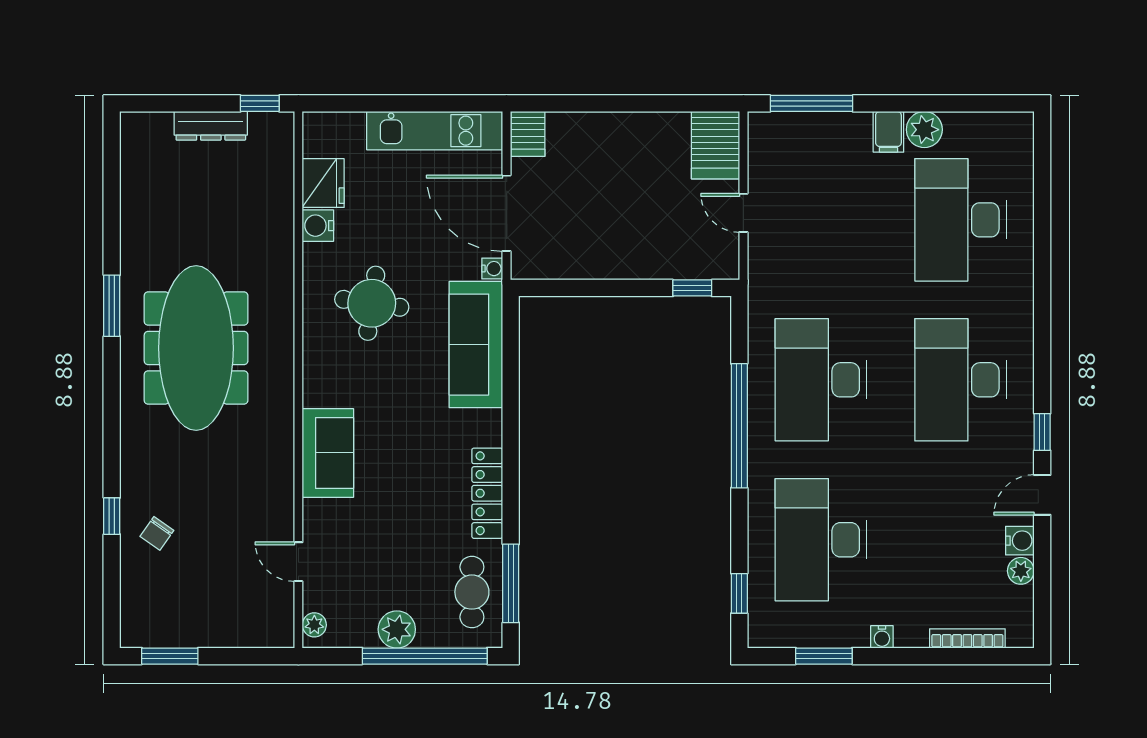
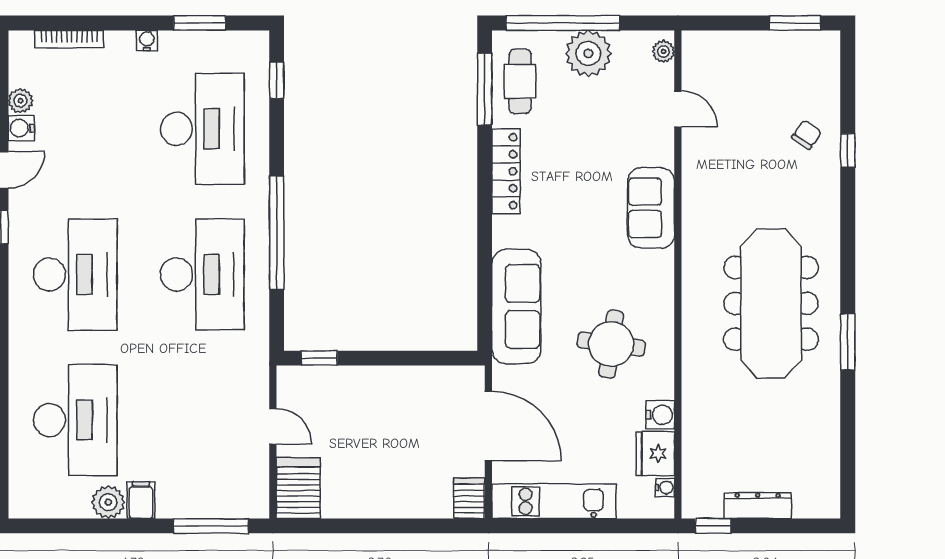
water cooler: (492, 269) -> (665, 487), moved, turned 180
plant: (397, 629) -> (588, 53), width x1.36, depth x1.36

